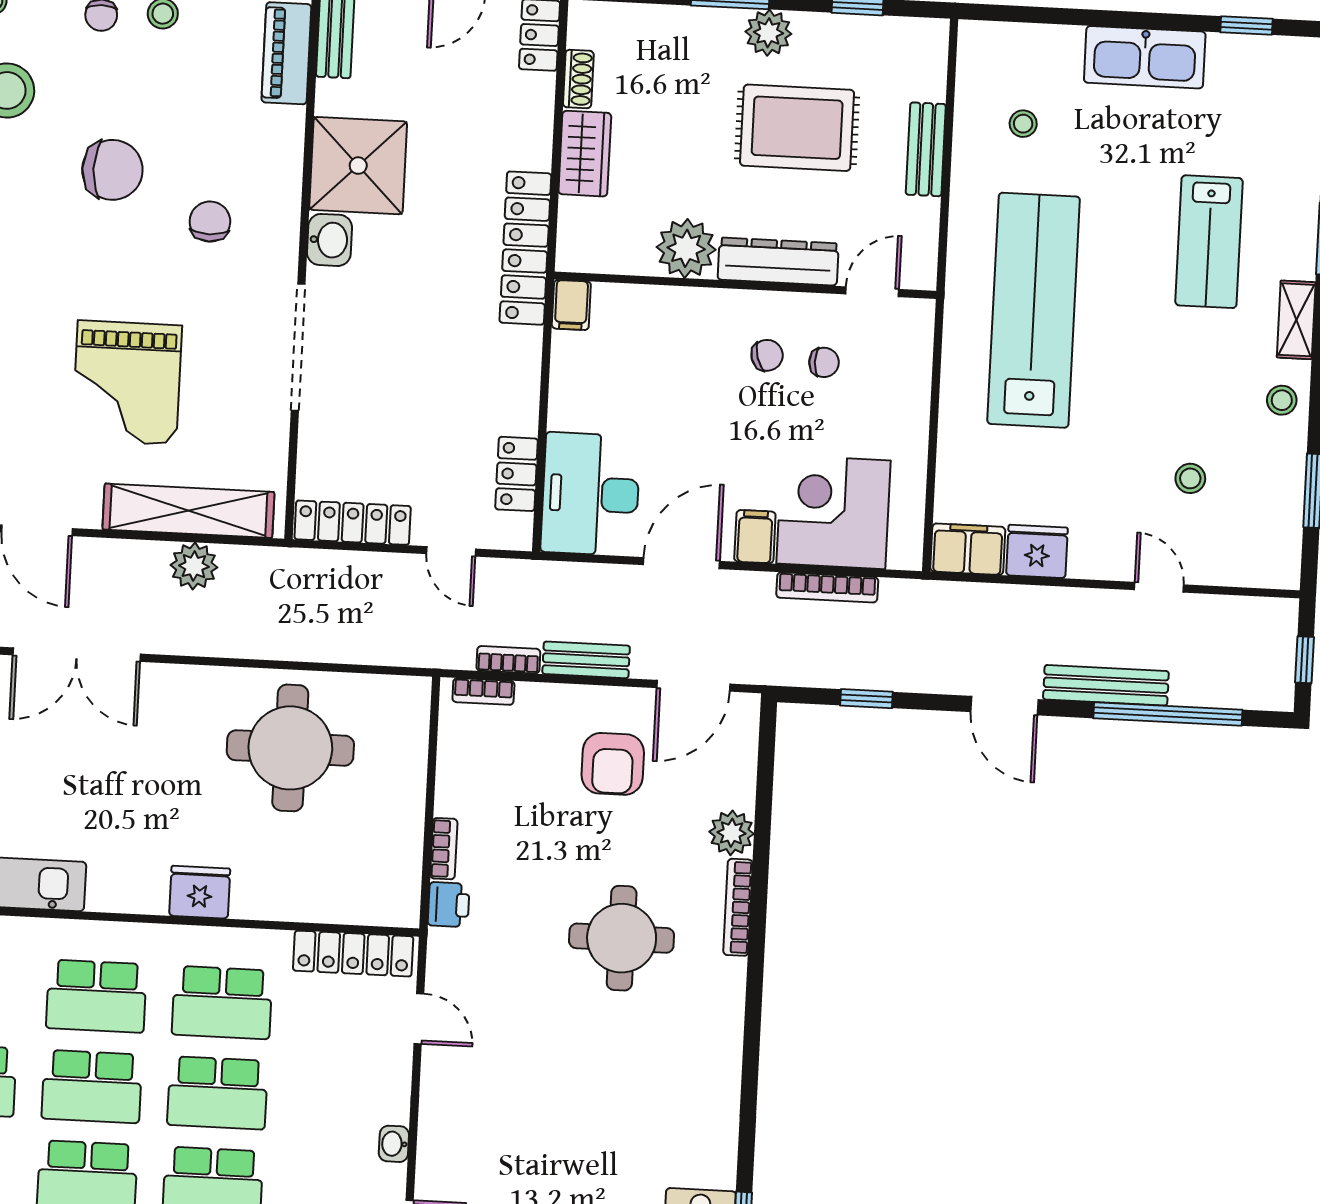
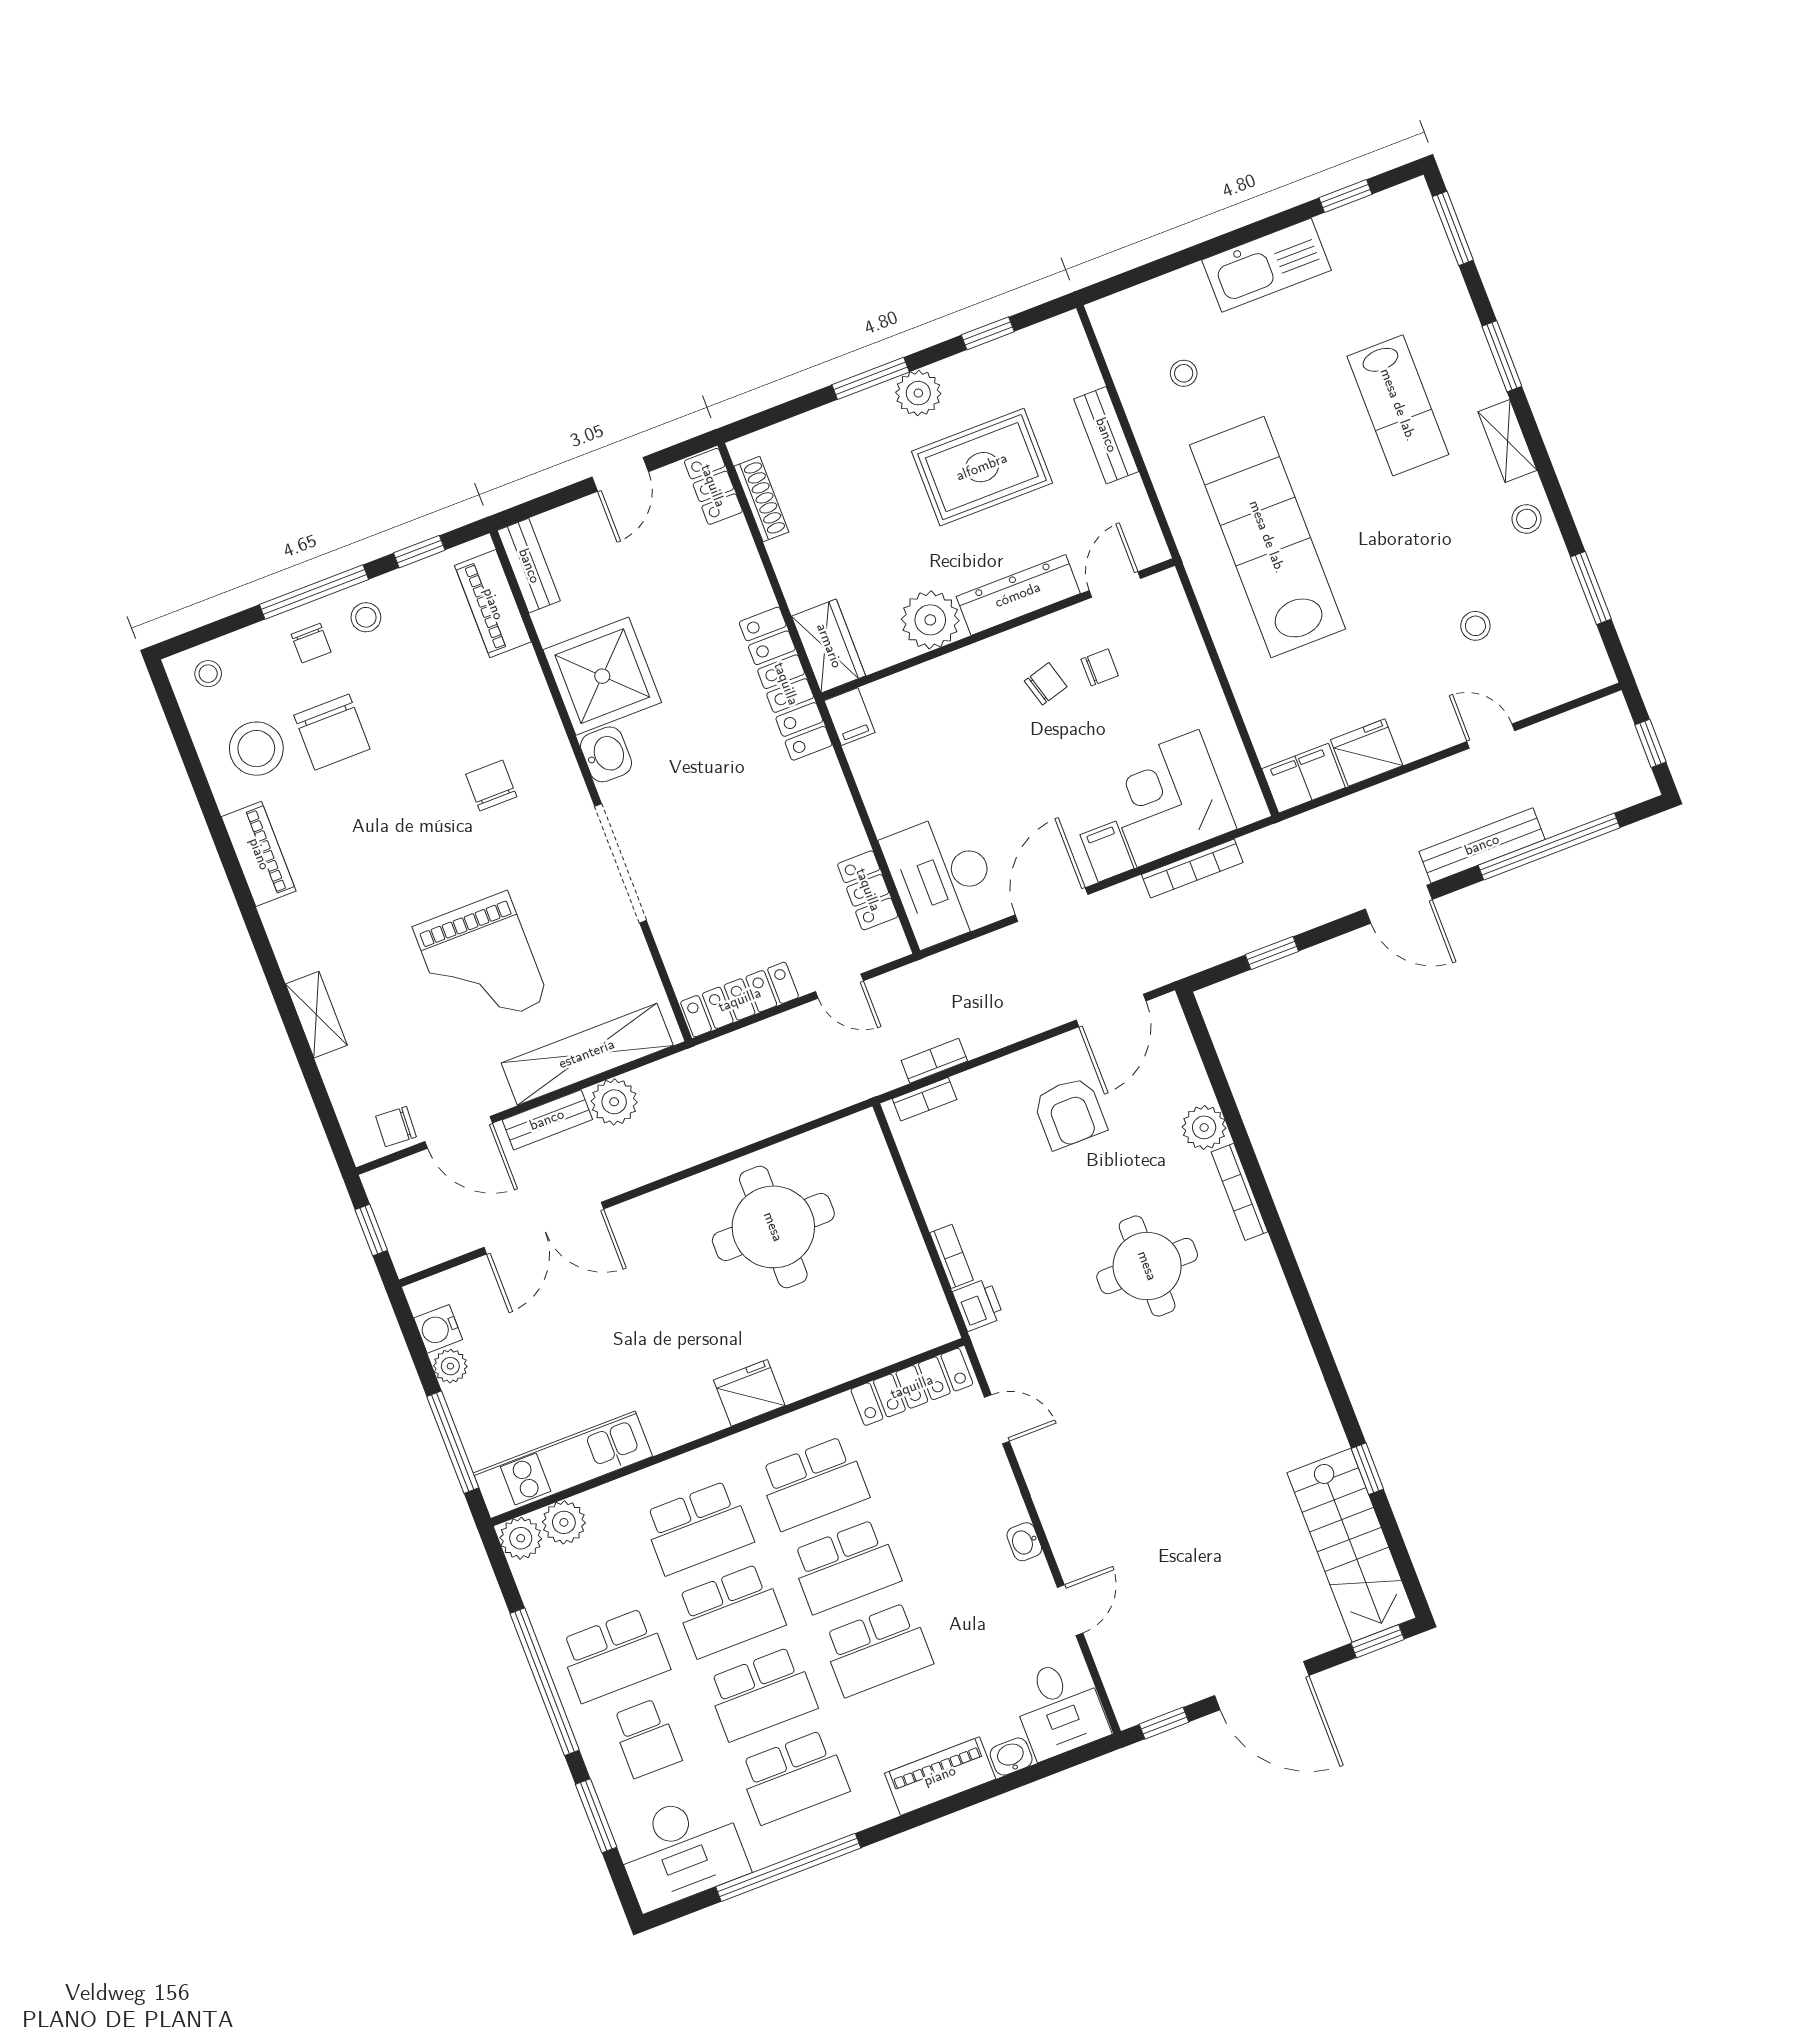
shoe rack: (578, 79) -> (761, 499), width x1.43
wardrobe: (585, 154) -> (829, 646), moved
chair: (112, 170) -> (332, 732), moved, turned 90
bench: (586, 660) -> (547, 1120), moved

